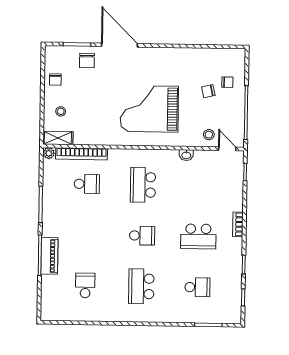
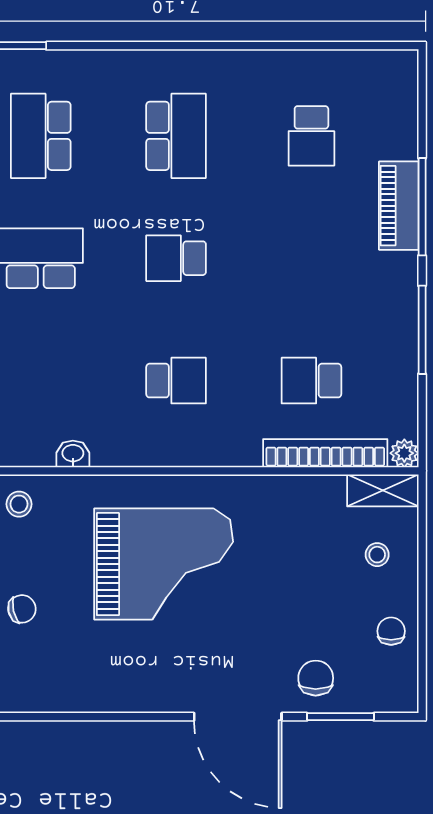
school desk: (143, 185) -> (176, 381), width x0.54
school desk: (197, 287) -> (41, 136), width x1.85

